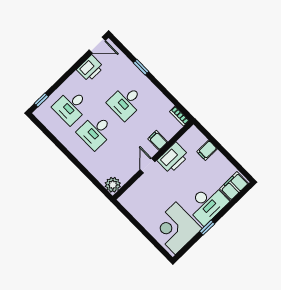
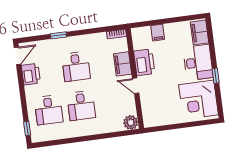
filing cabinet: (158, 140) -> (123, 64), width x2.00

